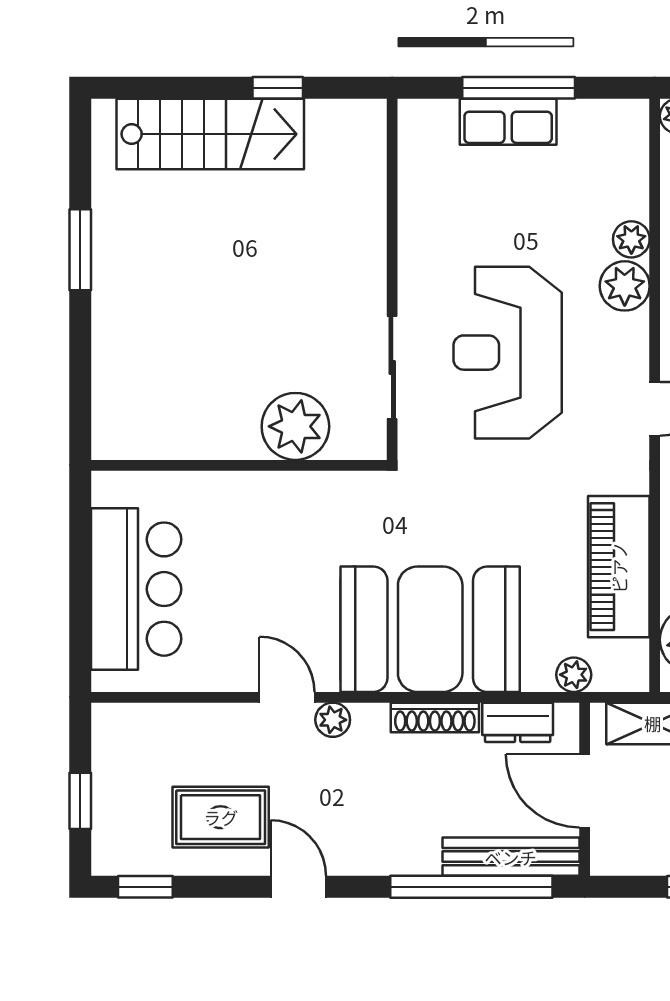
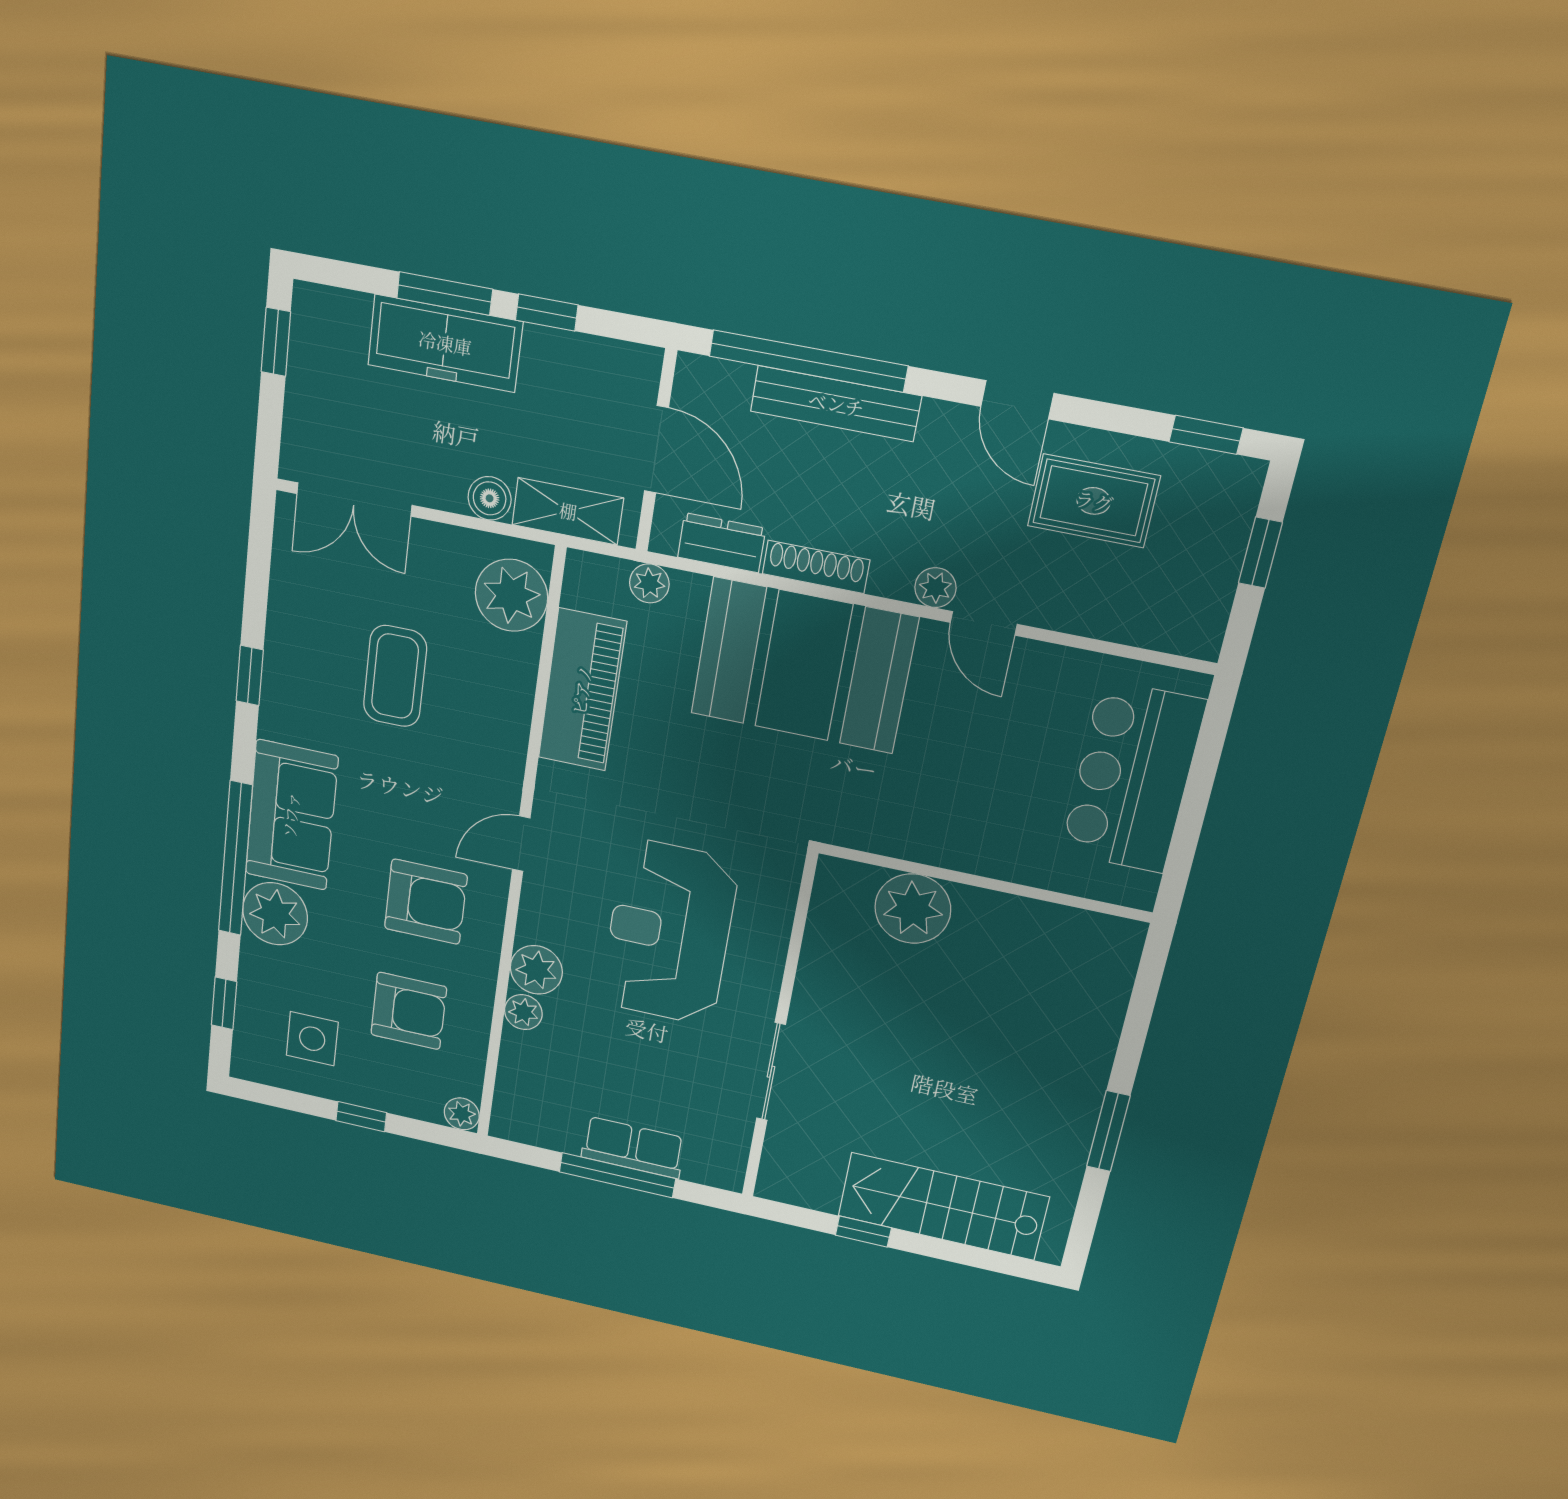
reception desk: (508, 353) -> (669, 933), turned 180
sliding door: (392, 367) -> (771, 1072), moved
bench: (511, 857) -> (836, 404), moved

